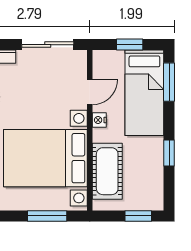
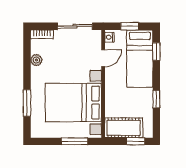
window: (169, 82) -> (156, 52), width x0.67
nightstand: (99, 120) -> (109, 37), moved
cot: (107, 171) -> (124, 128), moved, turned 90

